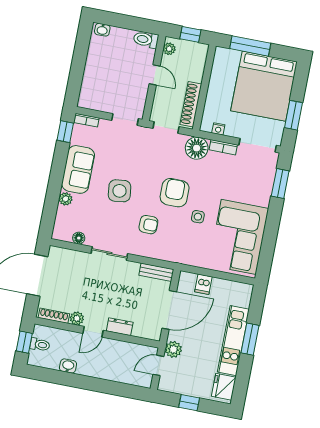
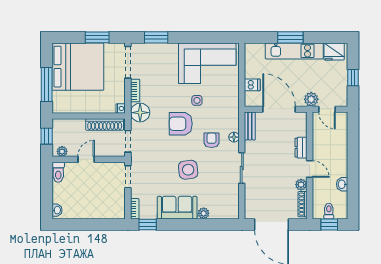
nightstand: (218, 129) -> (121, 108), moved
floor lamp: (79, 238) -> (234, 137), moved

